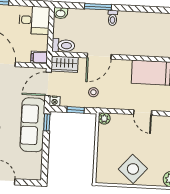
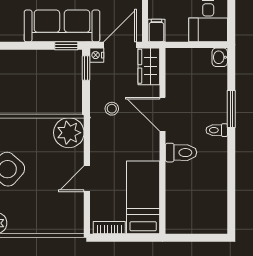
toilet: (63, 45) -> (181, 153), moved, turned -90
door: (48, 84) -> (120, 45), hinge flipped
window: (76, 110) -> (86, 68), moved
plant: (104, 118) -> (69, 133), width x1.87, depth x1.87

